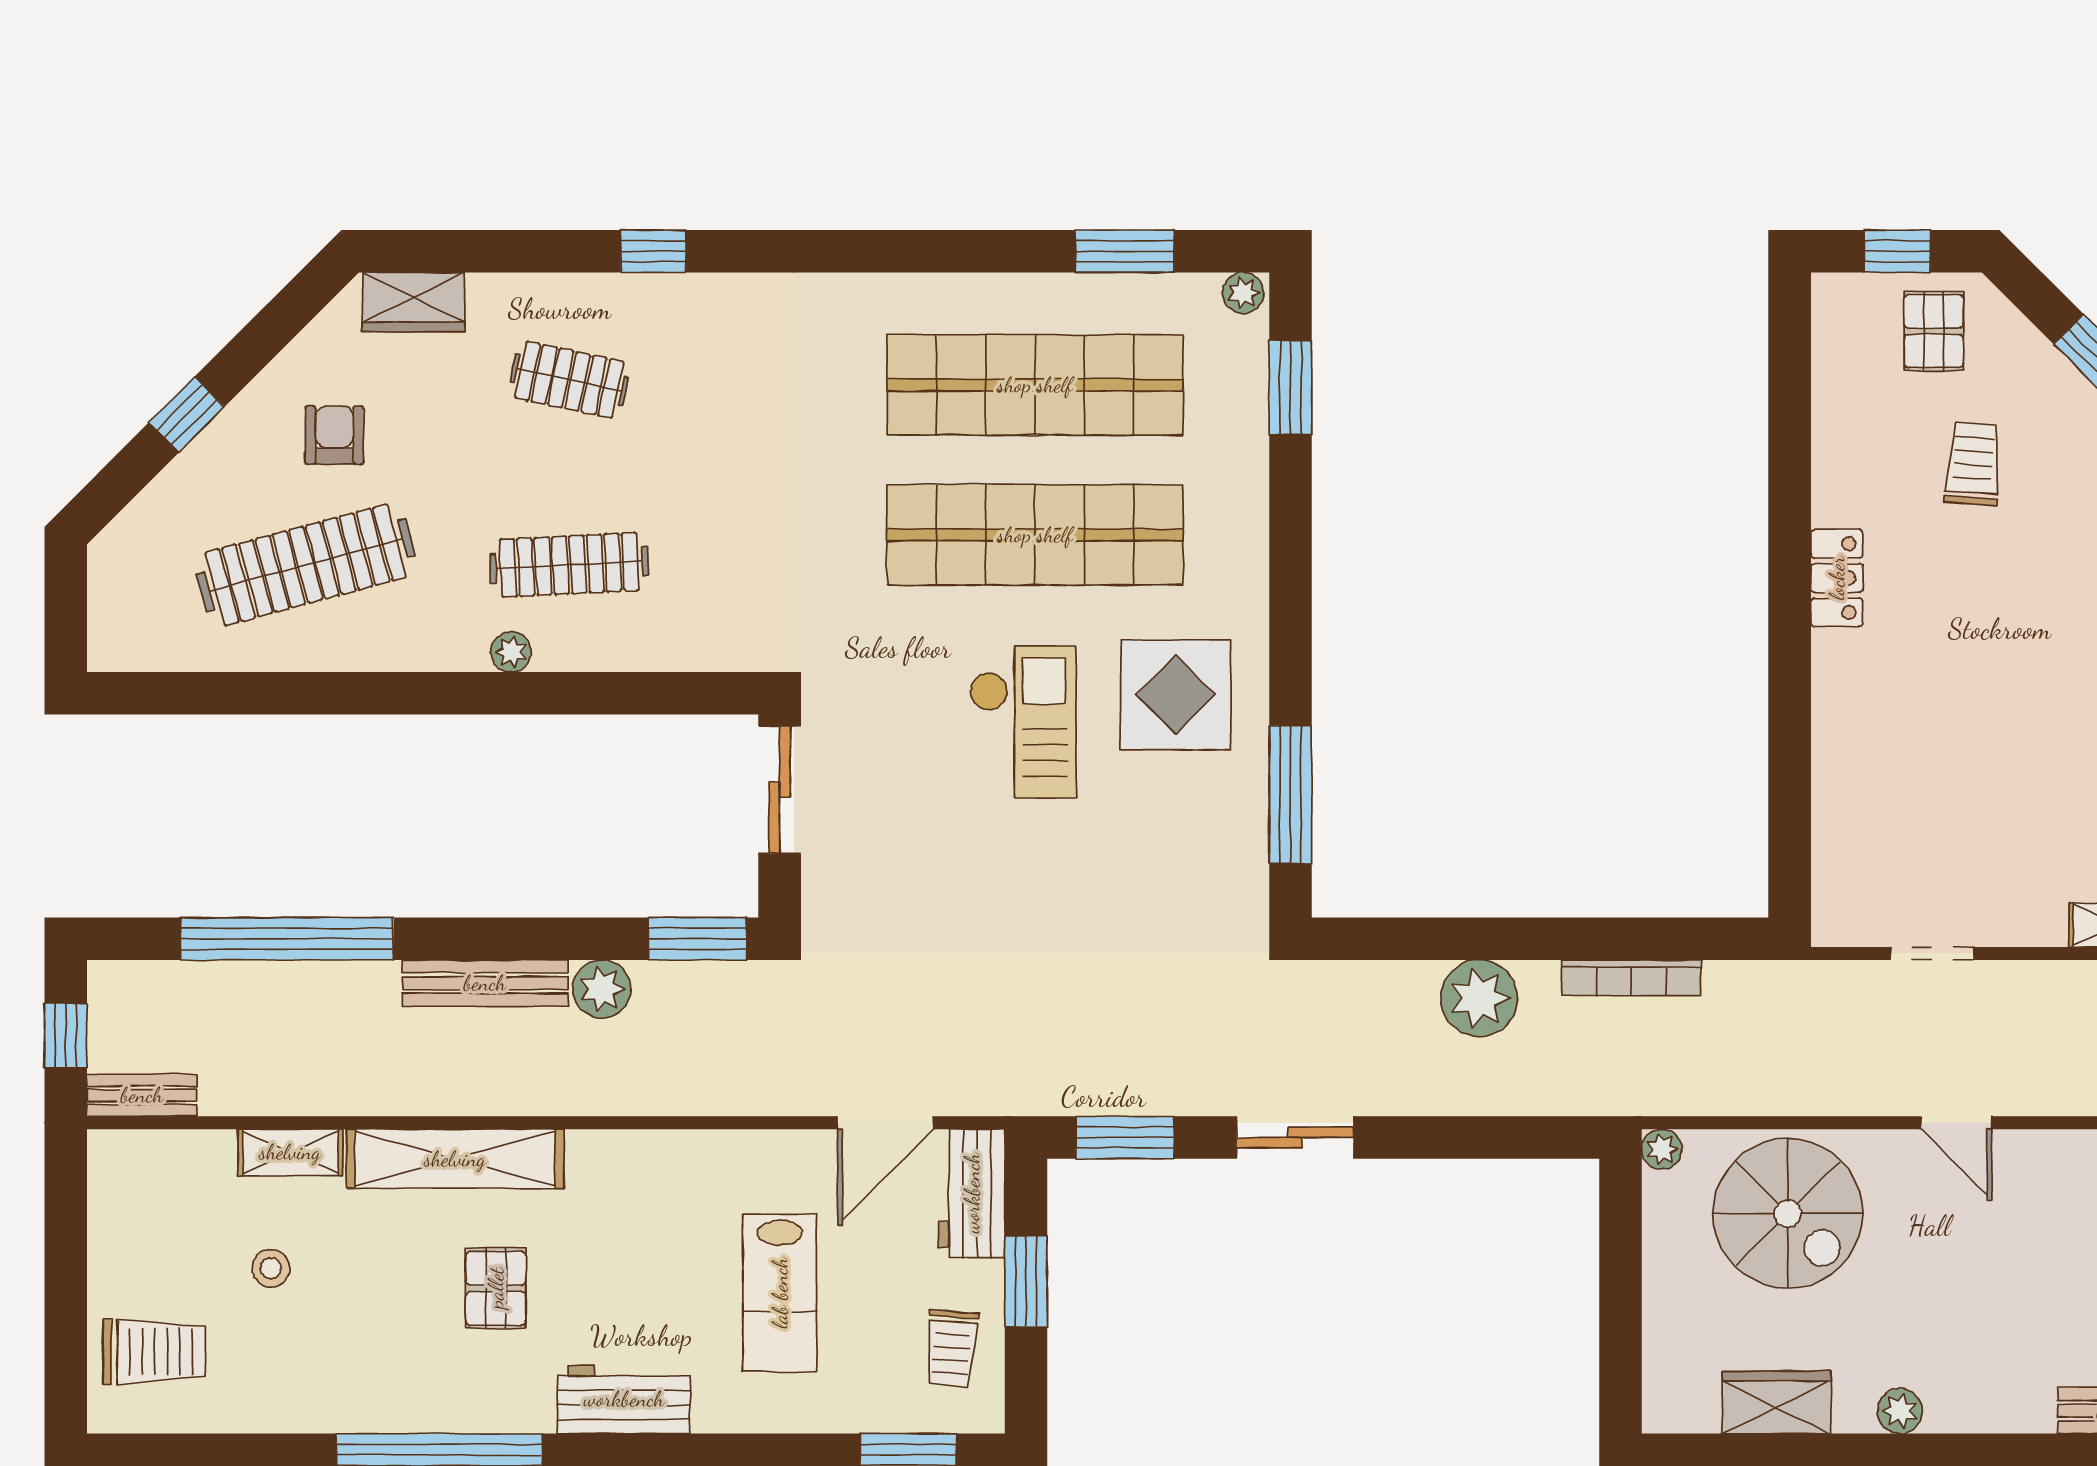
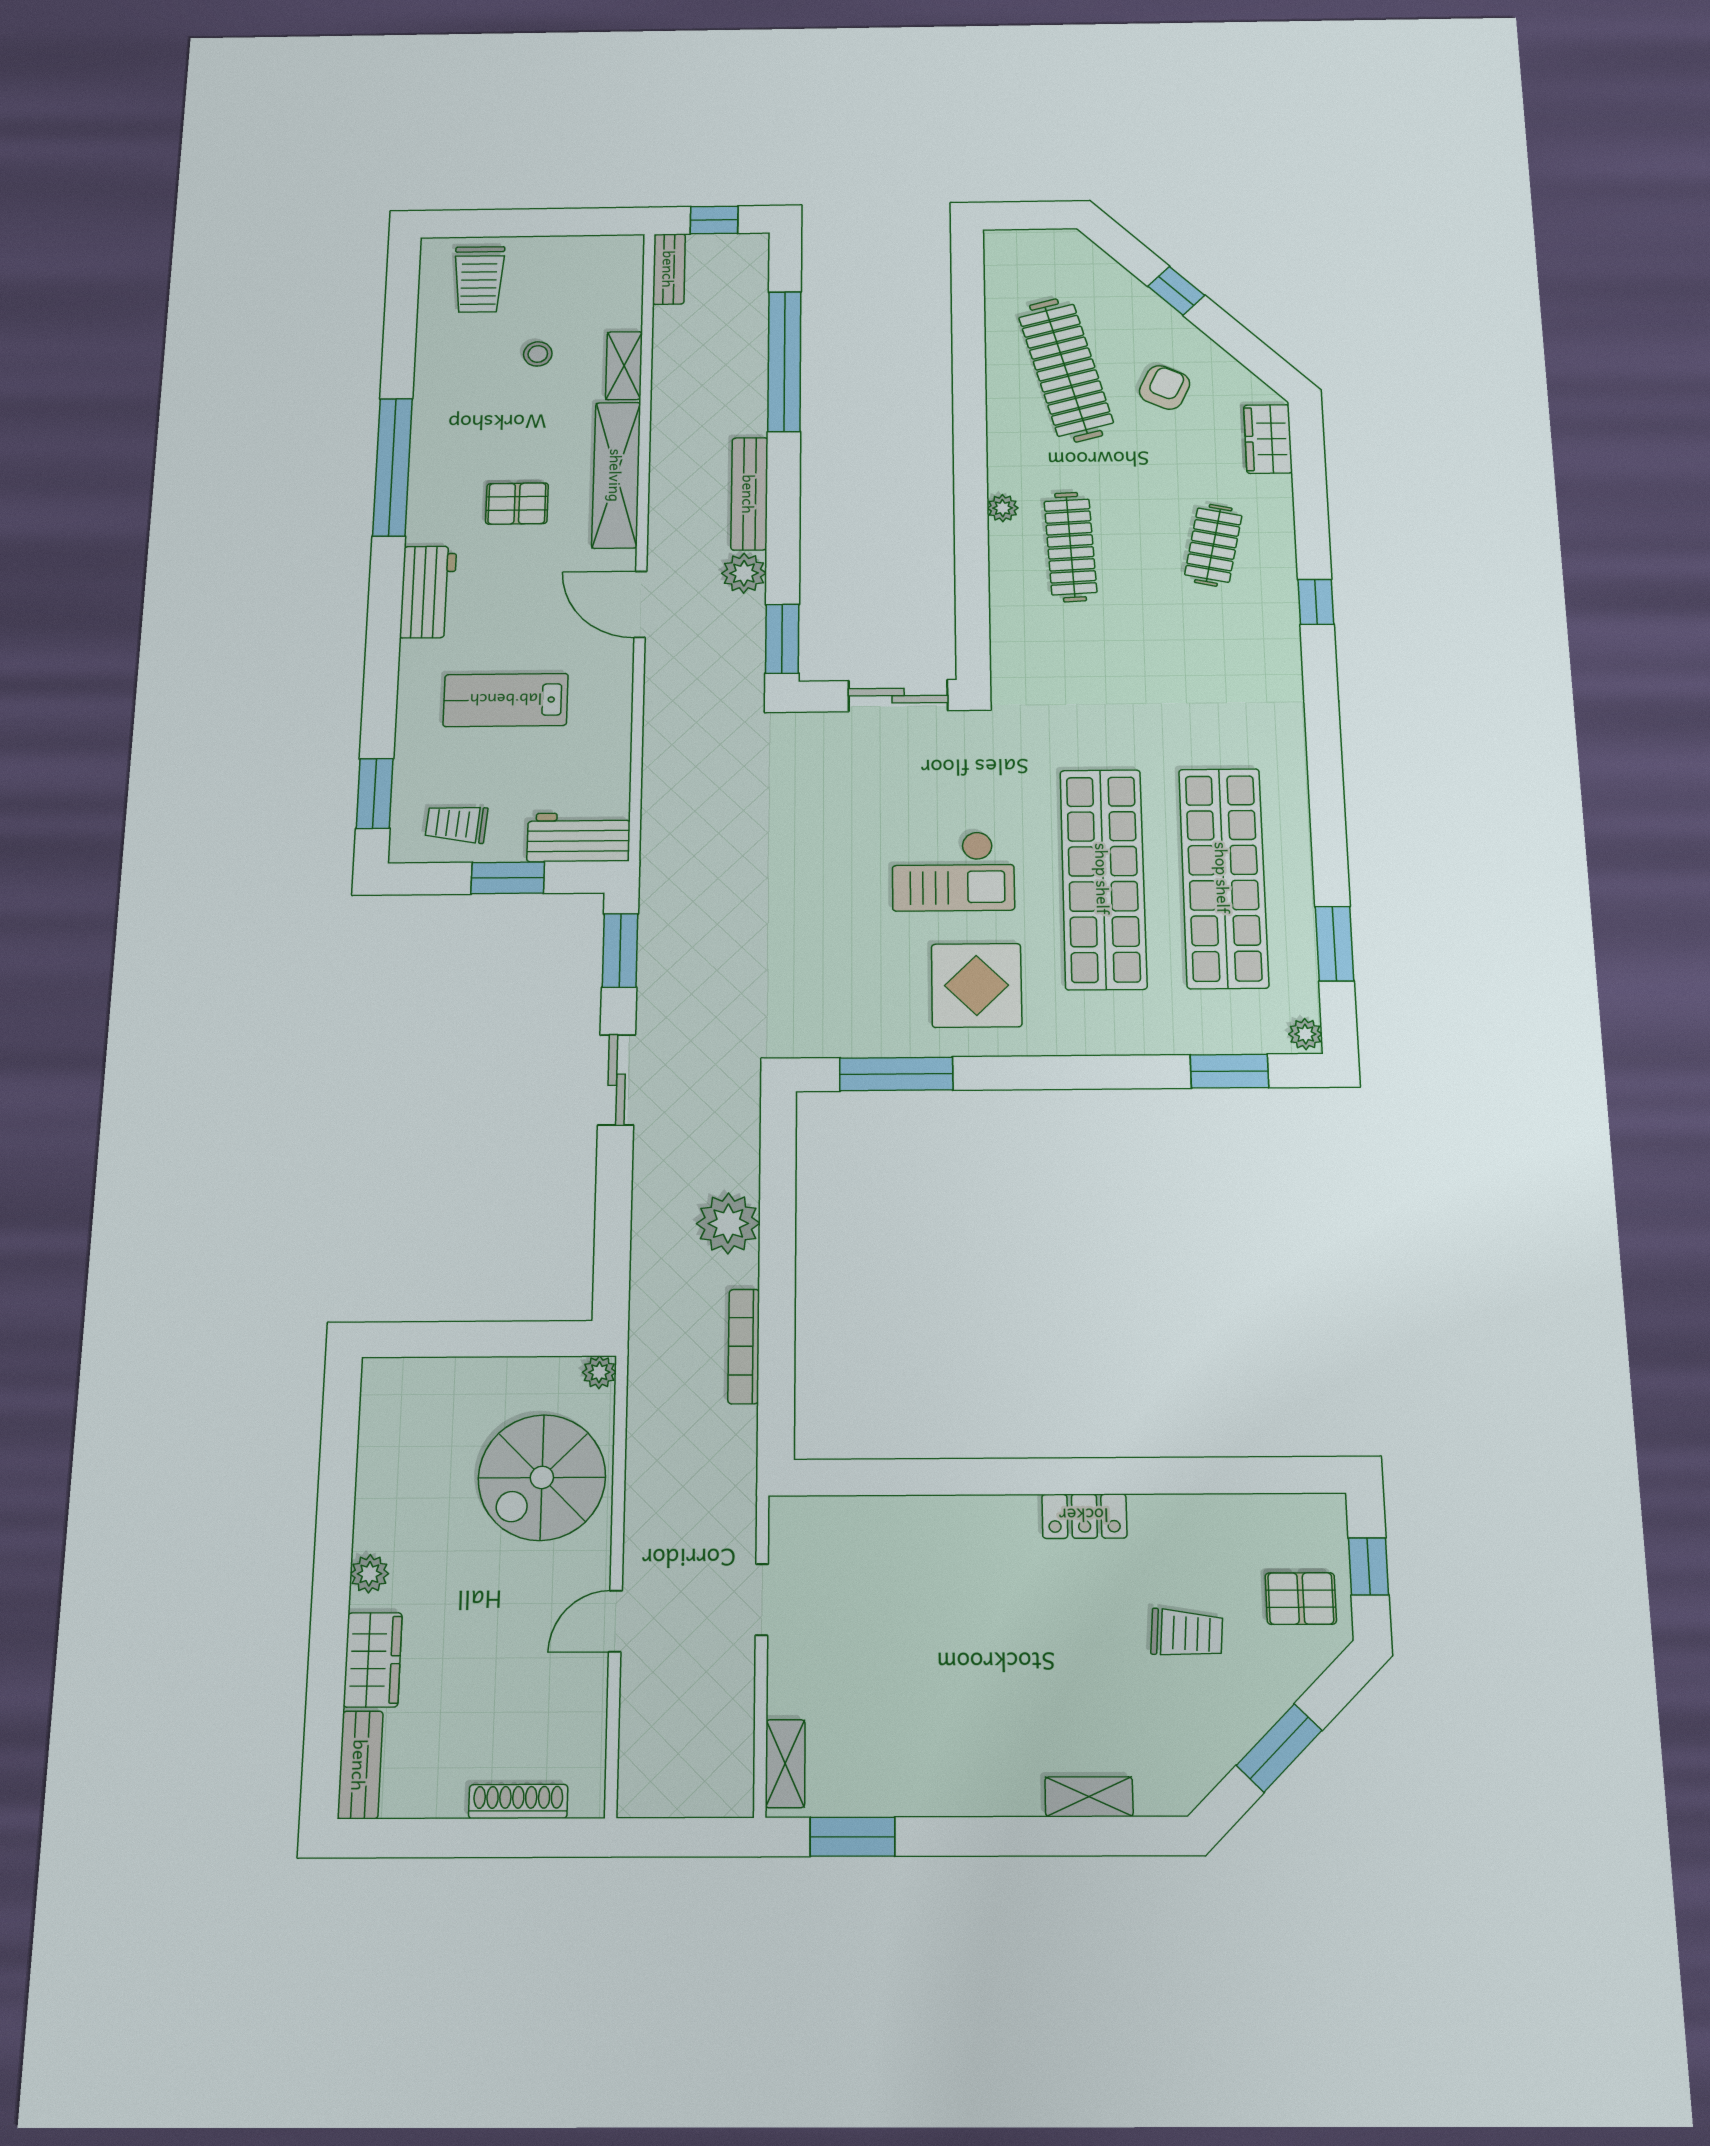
armchair: (334, 435) -> (1165, 387), turned -65
door: (886, 1123) -> (640, 604), moved
wardrobe: (1777, 1402) -> (373, 1660), moved

